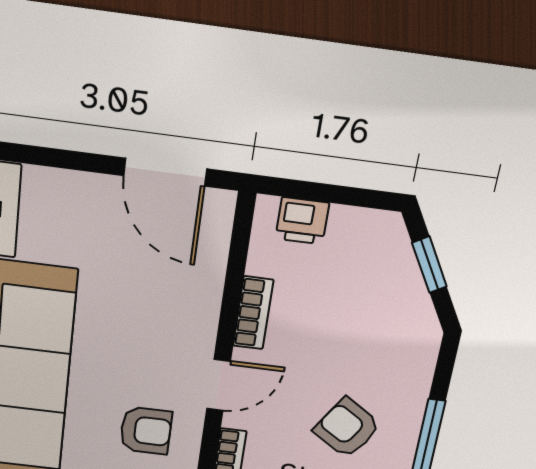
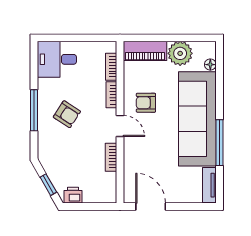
printer: (302, 221) -> (73, 195), moved
door: (219, 385) -> (120, 126), swing flipped

